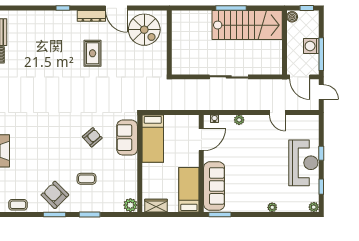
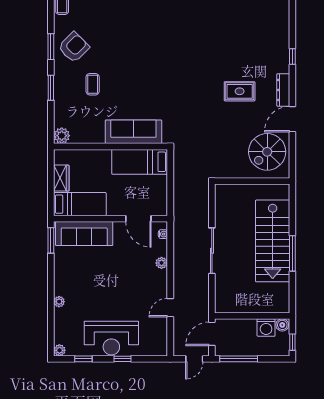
stairs: (247, 25) -> (273, 241), moved
washing machine: (311, 46) -> (266, 328), moved, turned 180
armchair: (92, 137) -> (141, 91), removed
sofa: (127, 138) -> (133, 132), width x1.36
wardrobe: (156, 206) -> (61, 178), moved

